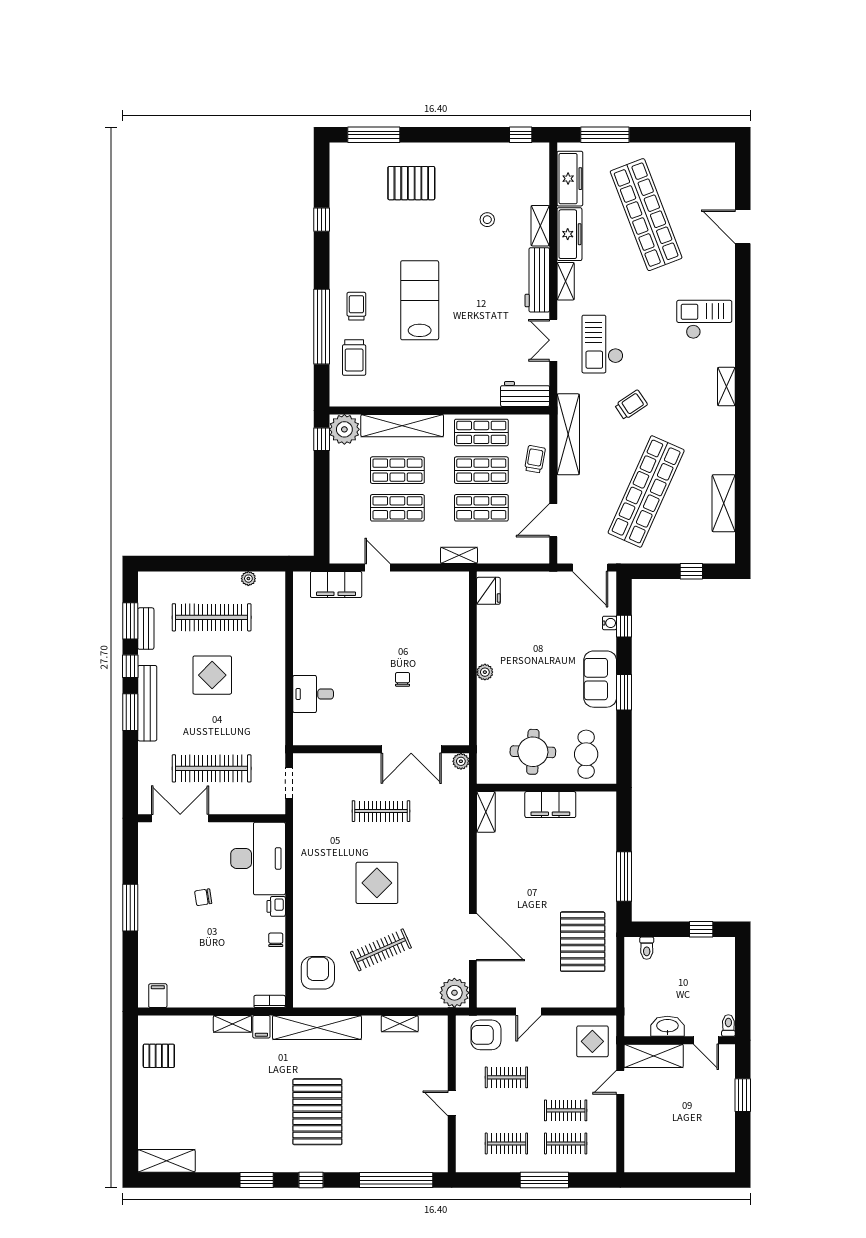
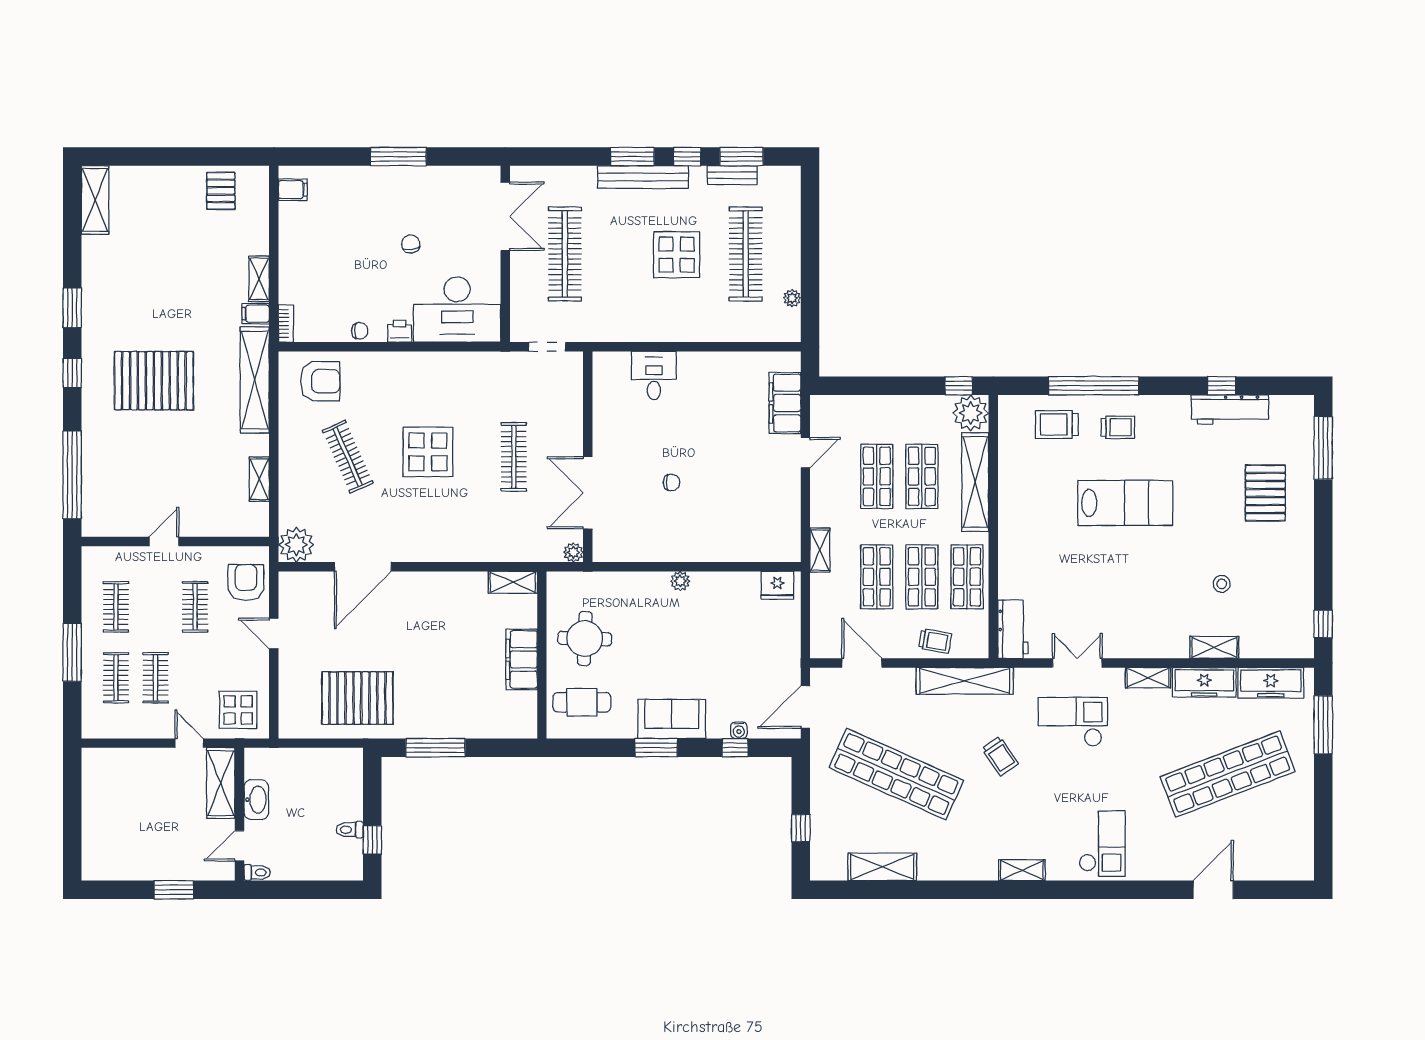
workbench: (537, 280) -> (1230, 409), moved, turned 180
toilet: (647, 948) -> (350, 830), moved

